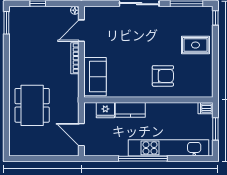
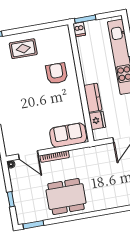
rug: (195, 45) -> (23, 49), turned 90
dining table: (32, 105) -> (66, 197), moved
window: (215, 129) -> (85, 19), moved

